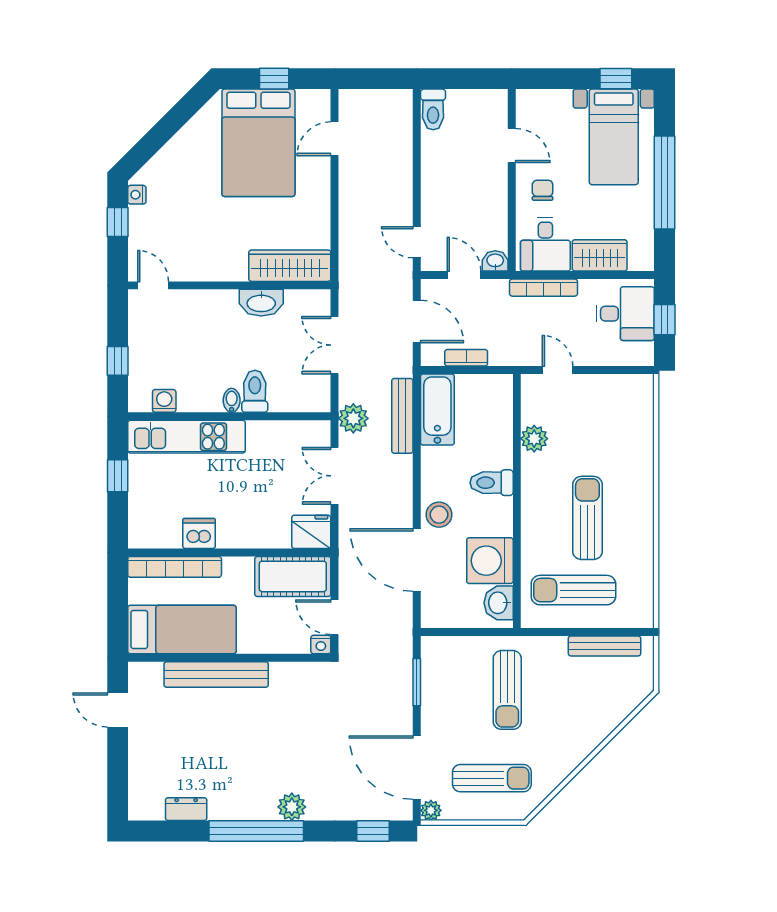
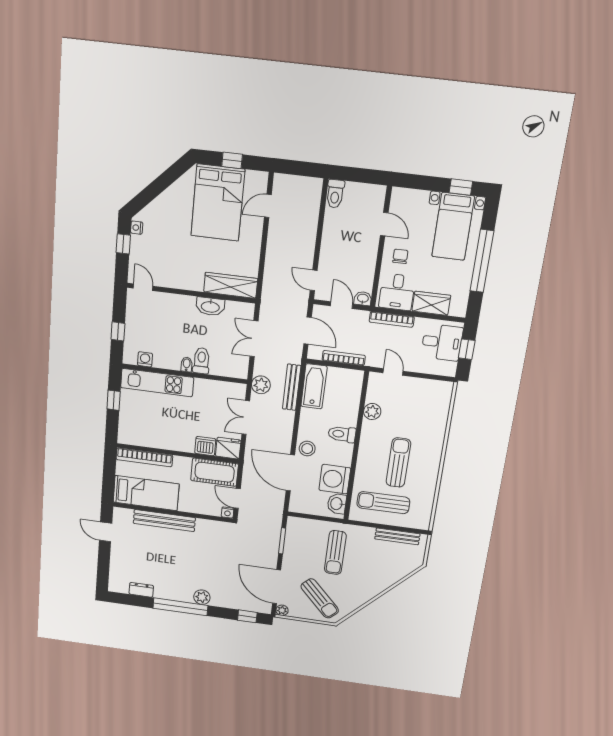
bookcase: (466, 358) -> (344, 358), width x1.56
dishwasher: (199, 533) -> (205, 446), moved
sun lounger: (492, 778) -> (320, 598), turned 46

